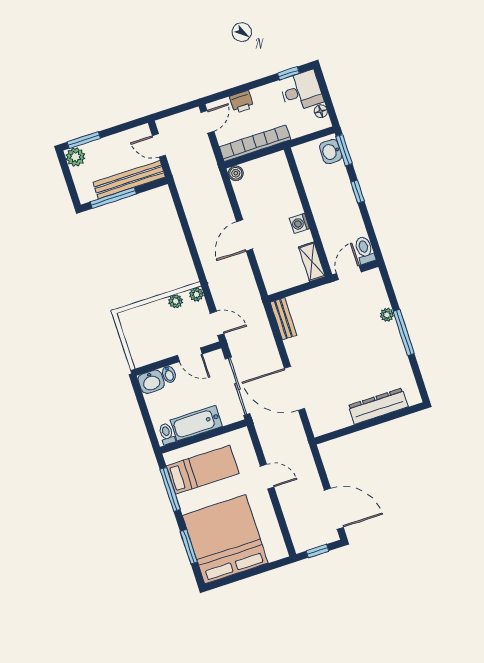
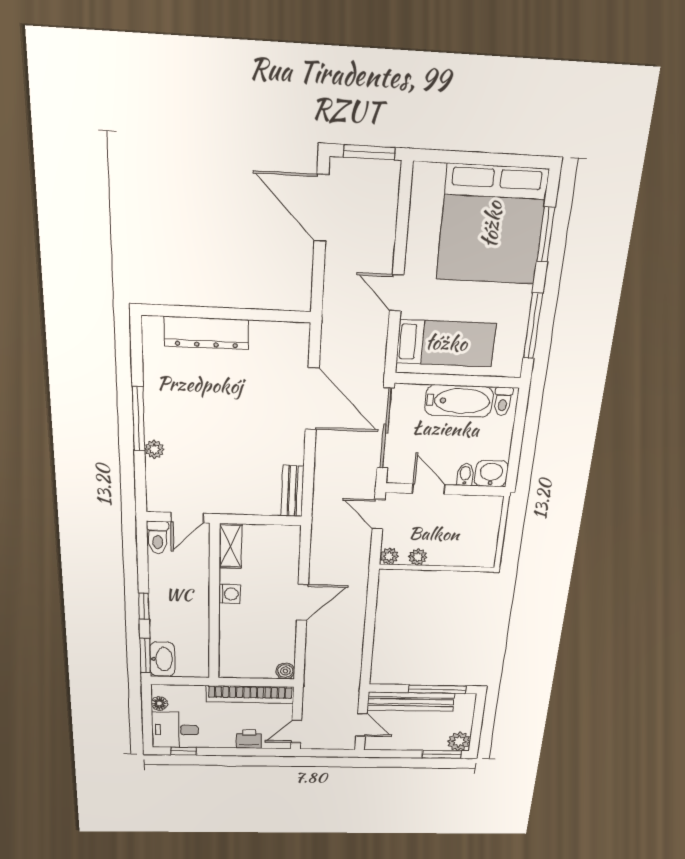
washbasin: (331, 151) -> (162, 659), width x1.38
bed: (203, 470) -> (446, 343), moved, turned 180
window: (317, 551) -> (369, 152), width x1.50

